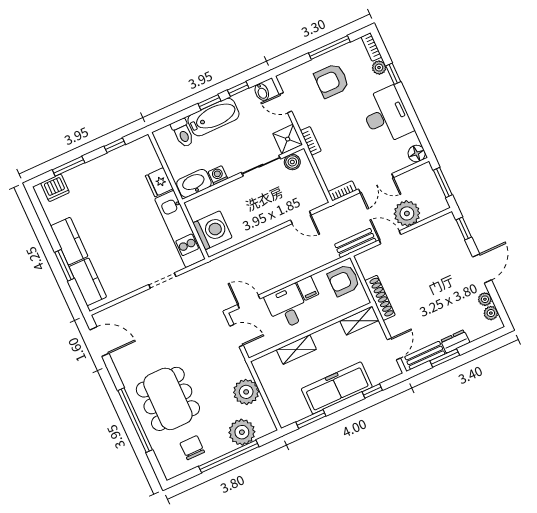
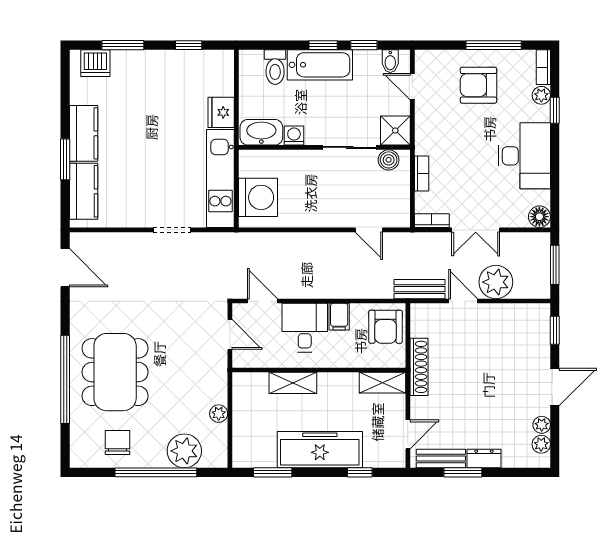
bookcase: (311, 141) -> (422, 173), moved
armchair: (344, 280) -> (386, 327), turned -90
plant: (246, 392) -> (219, 414), width x0.53, depth x0.53

